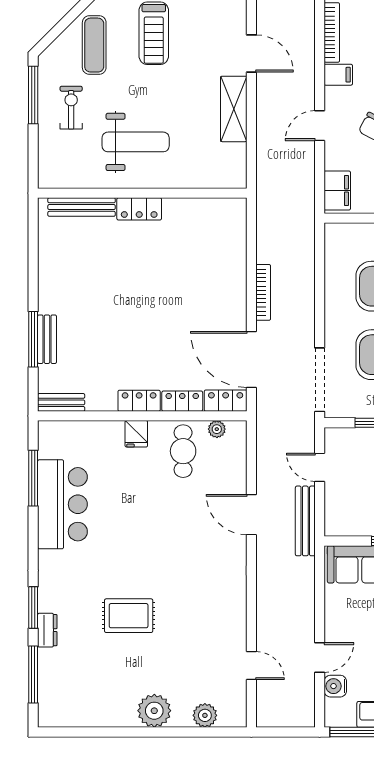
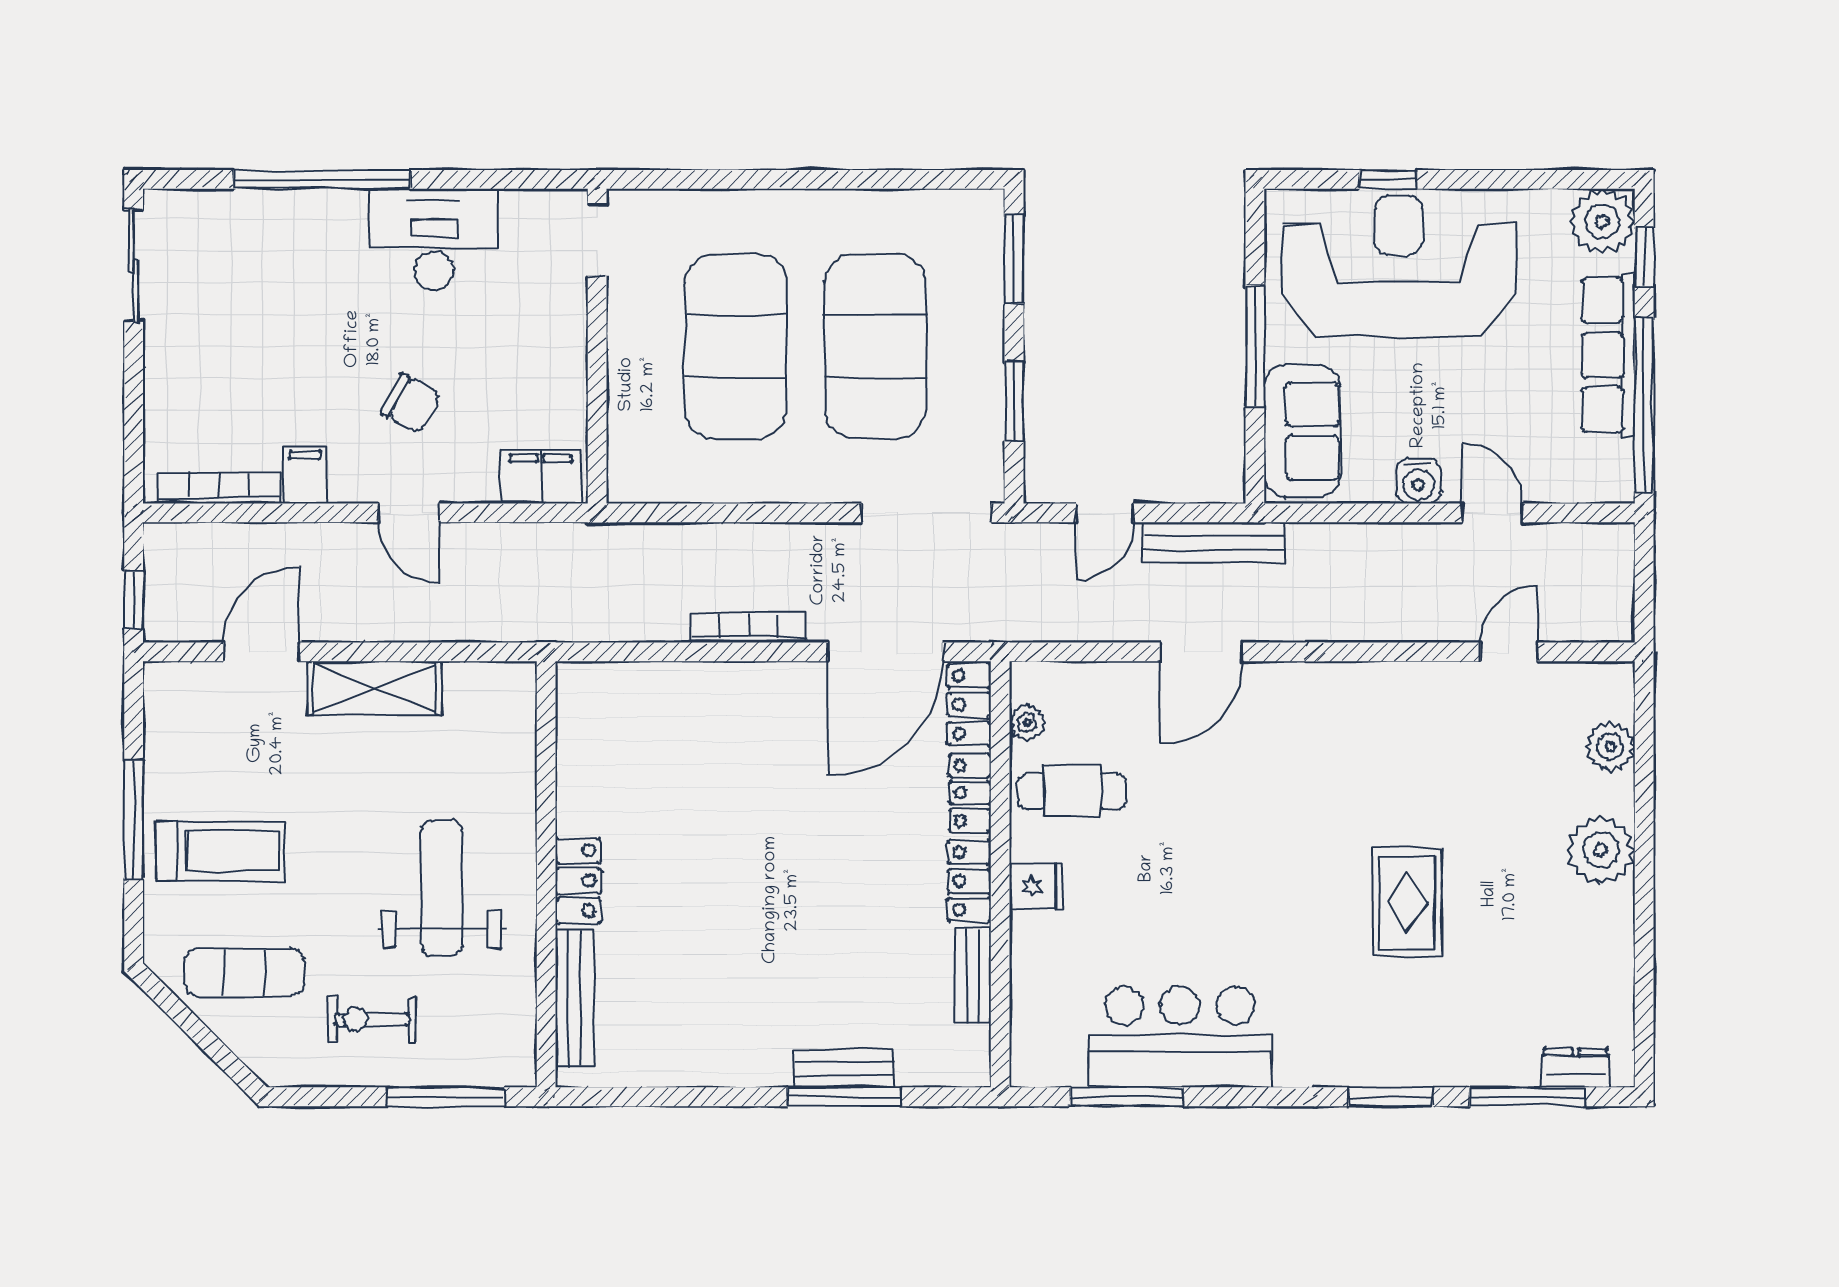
window: (33, 95) -> (446, 1097), moved
bench: (61, 402) -> (973, 975), moved
dresser: (47, 630) -> (1576, 1068), moved
water cooler: (335, 686) -> (1419, 481), moved

